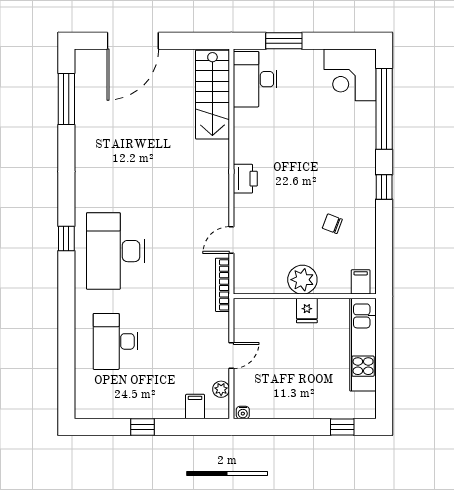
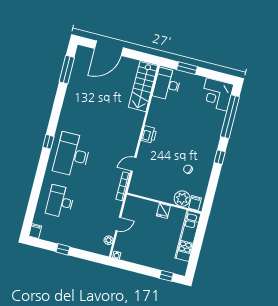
plant: (302, 280) -> (182, 199), moved
filing cabinet: (195, 407) -> (35, 231), moved

